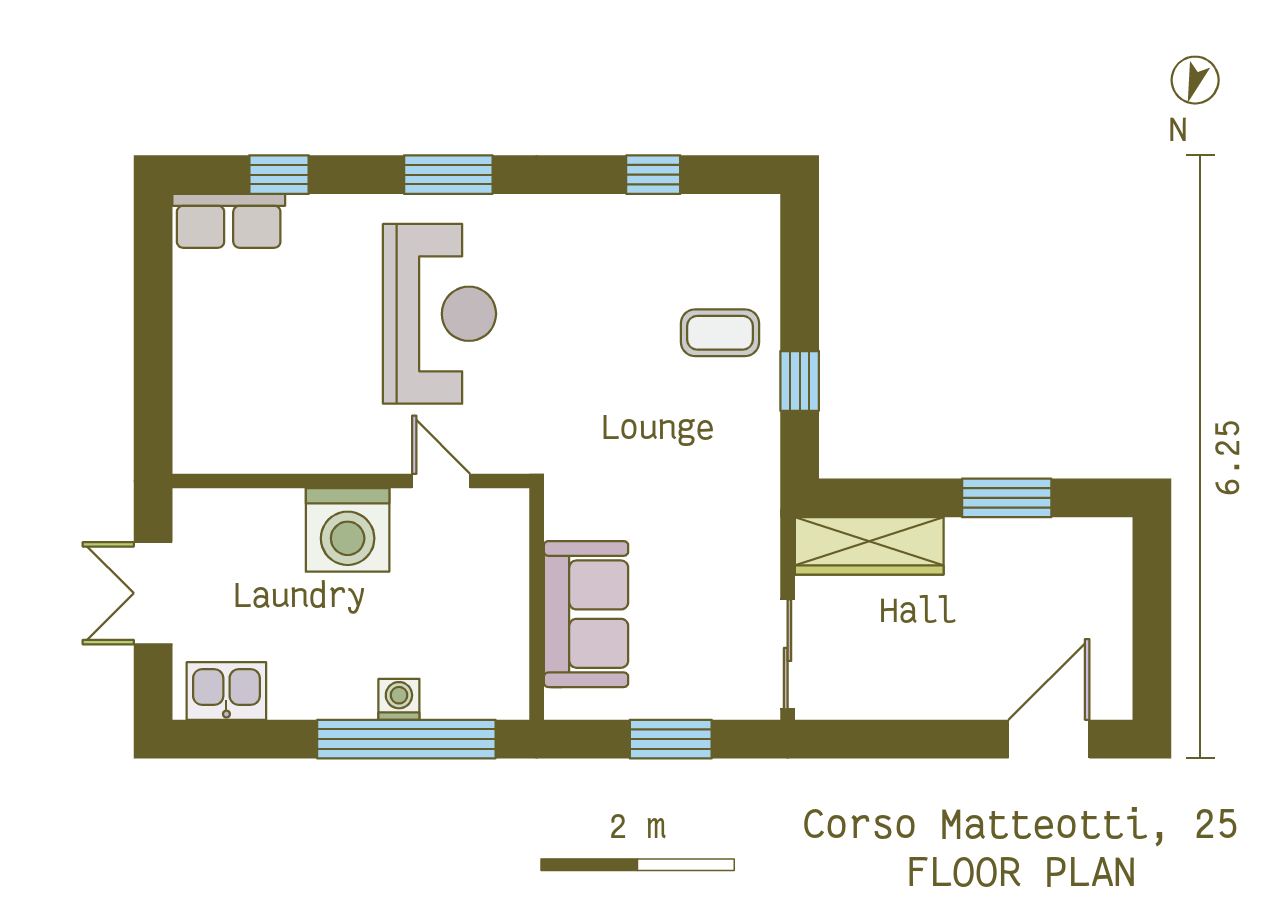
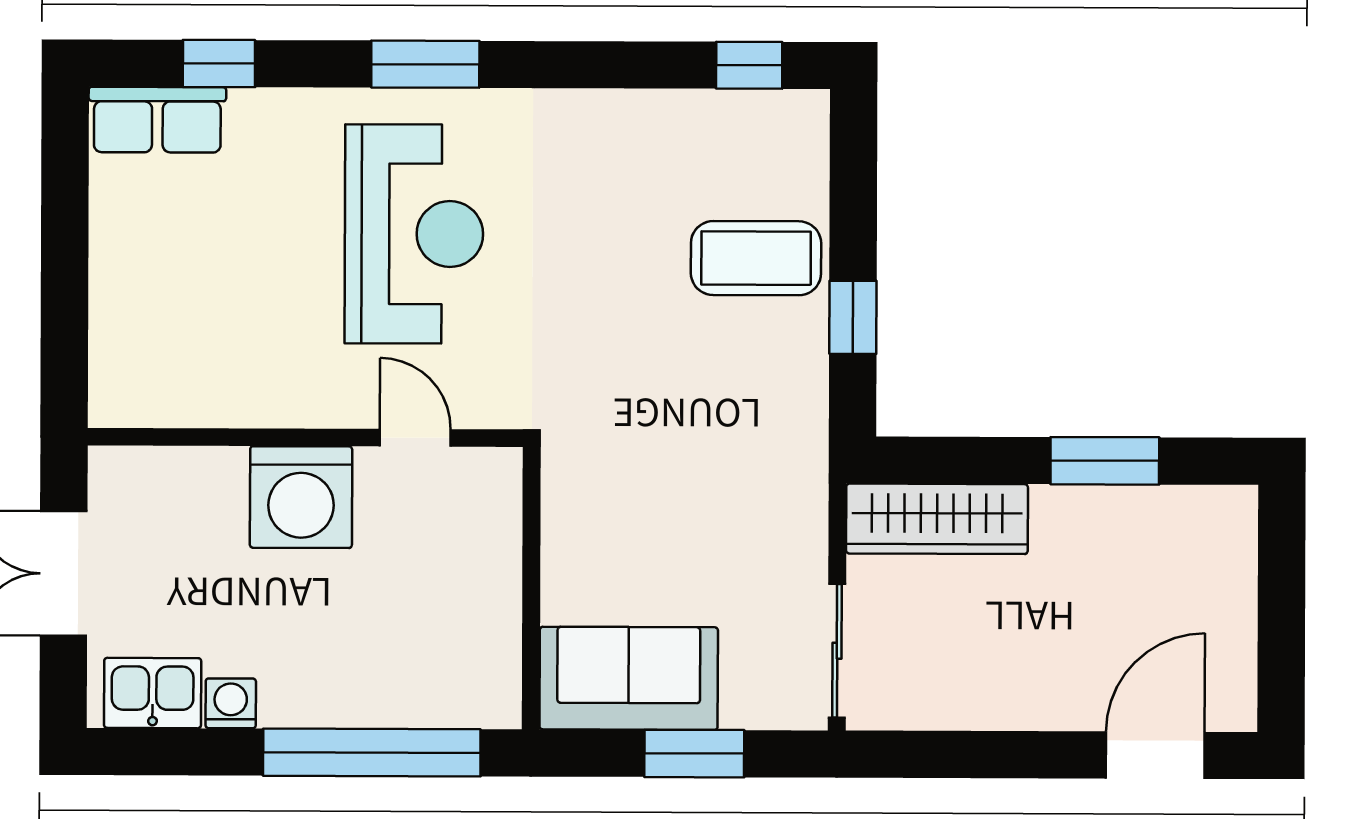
window: (653, 175) -> (749, 65), moved
coffee table: (720, 333) -> (756, 258), width x1.36, depth x1.30
sofa: (586, 614) -> (629, 678), moved, turned -90
washing machine: (399, 699) -> (231, 703), moved

